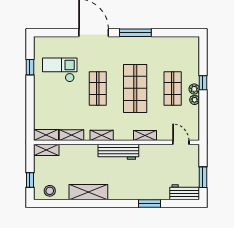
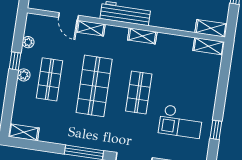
window: (203, 83) -> (15, 61), moved
plant: (195, 100) -> (28, 42), moved
shelving: (72, 135) -> (24, 132), moved
door: (181, 142) -> (68, 16), moved

